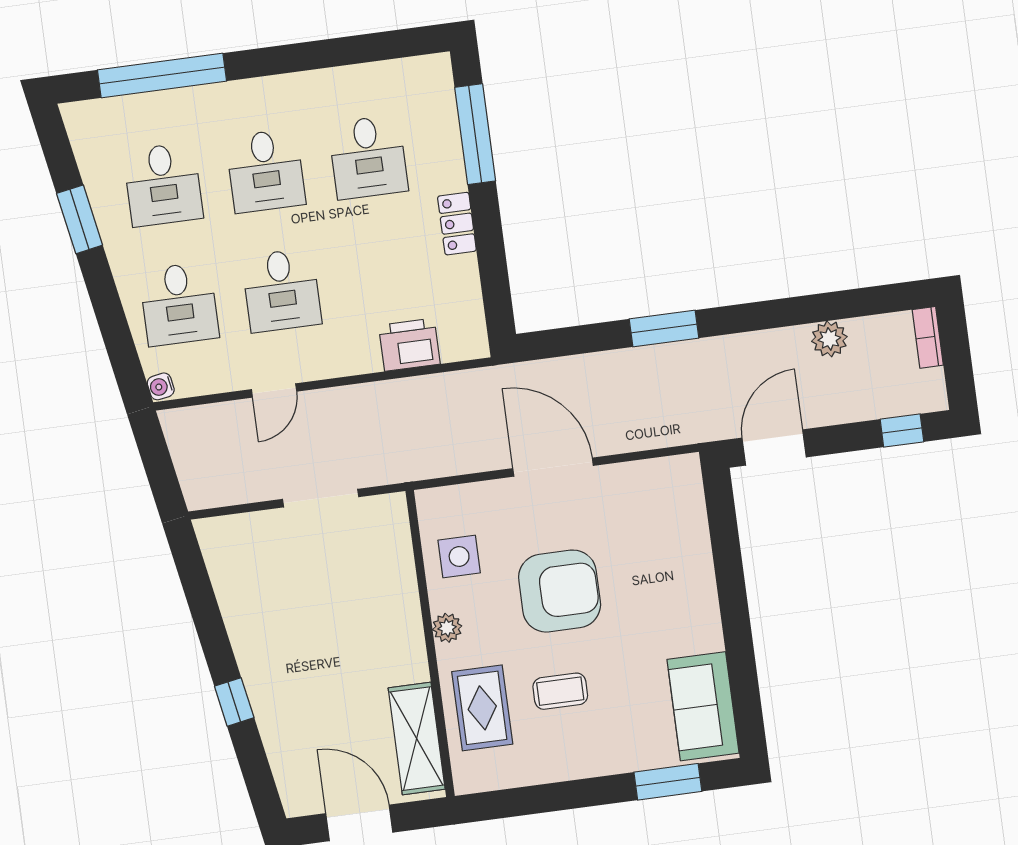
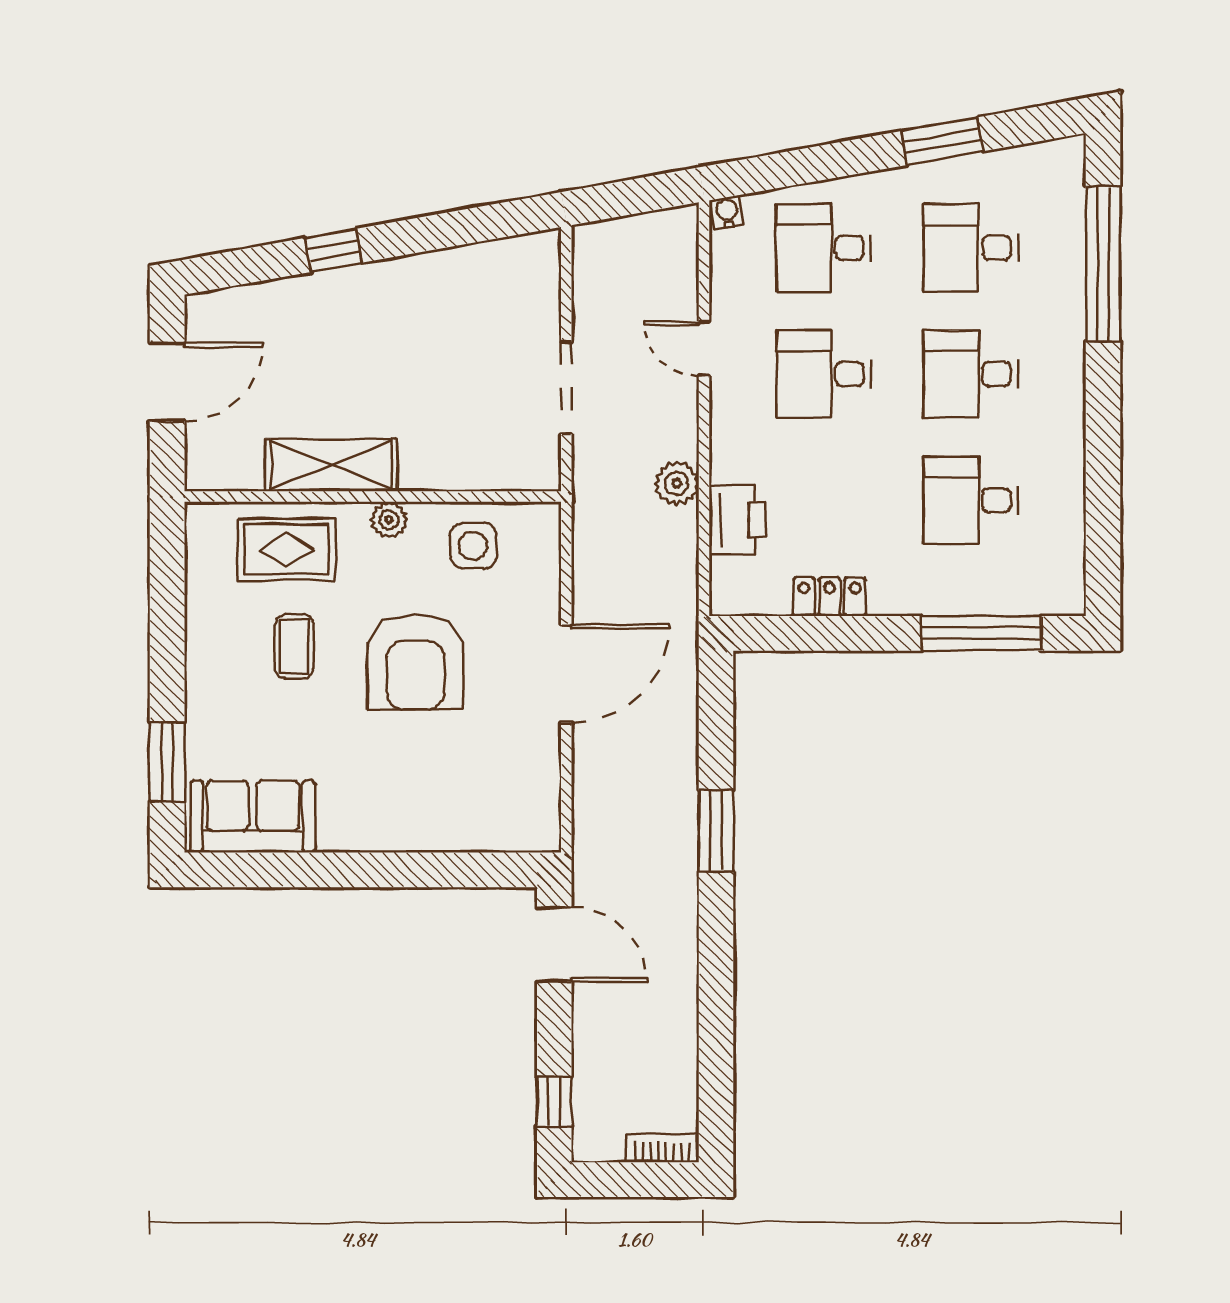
locker: (457, 224) -> (829, 597), moved
plant: (829, 339) -> (677, 483), moved
shelving: (417, 739) -> (331, 465), moved

